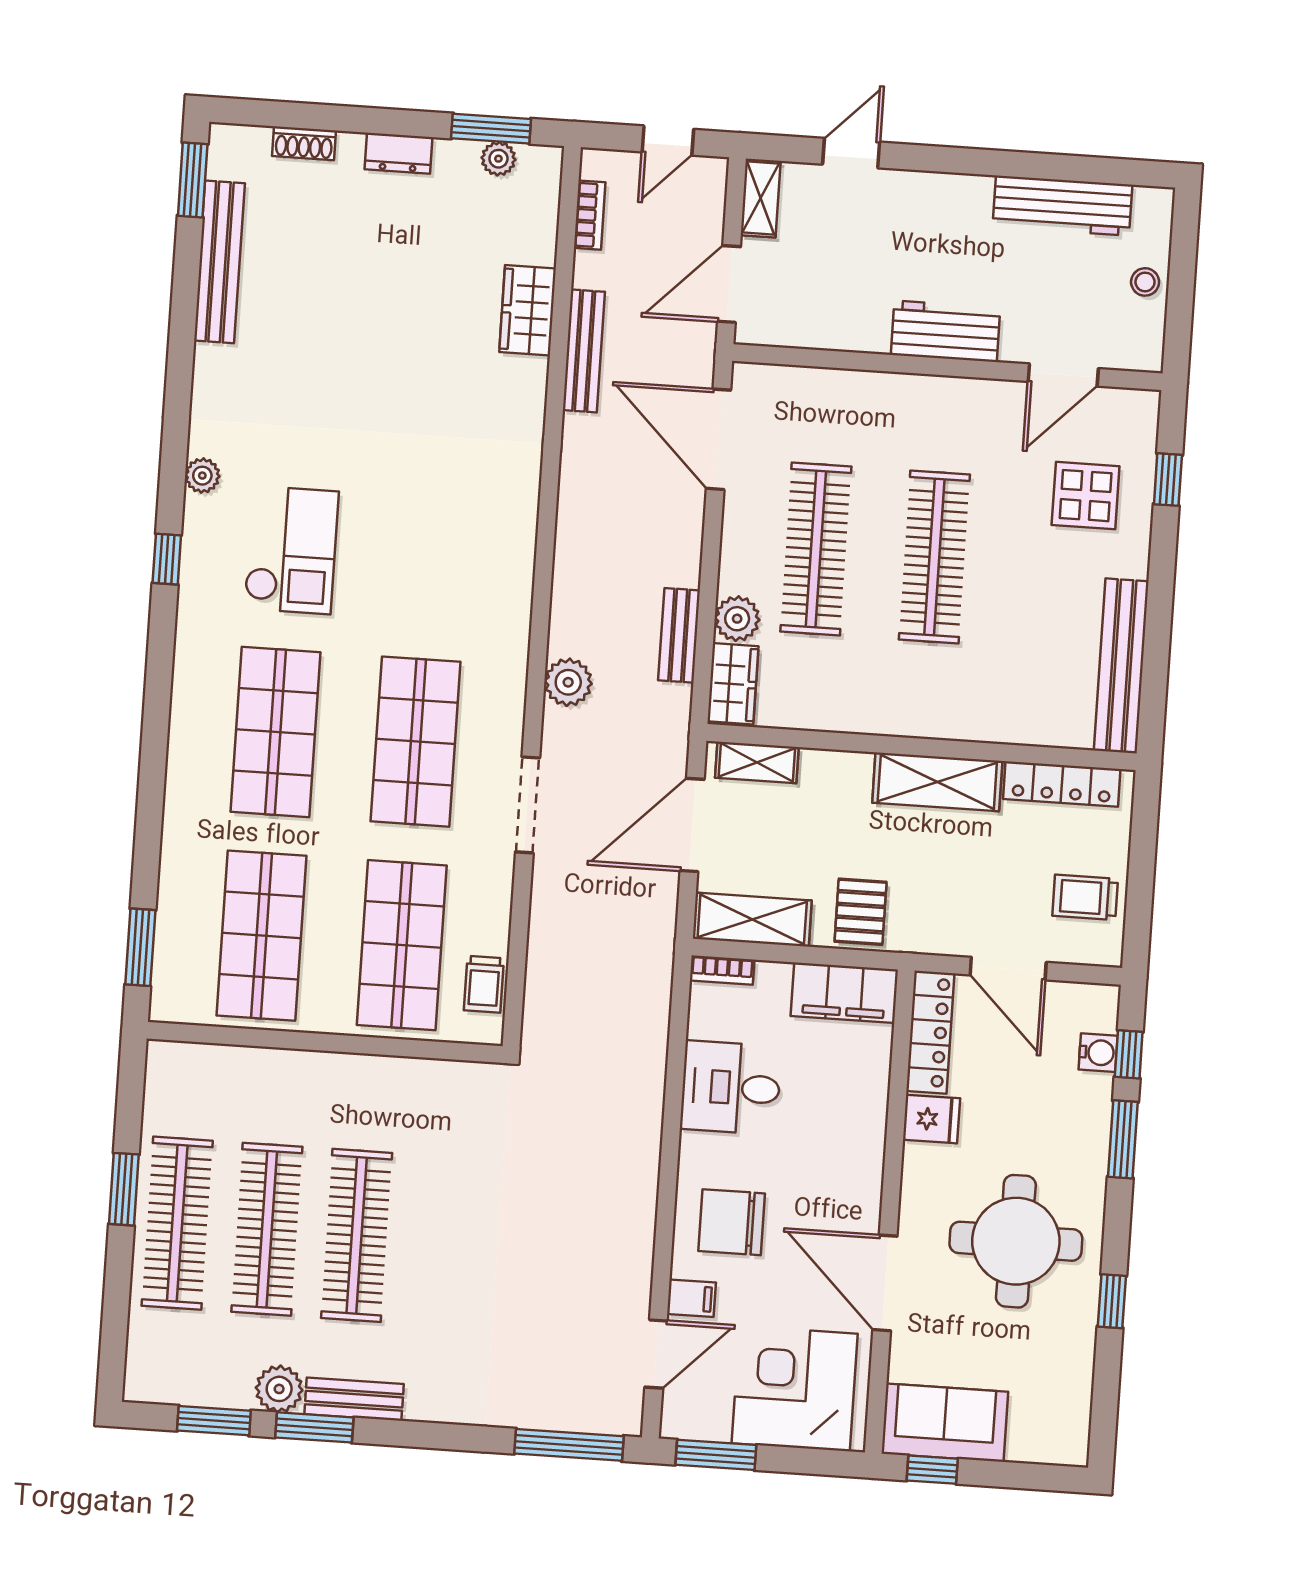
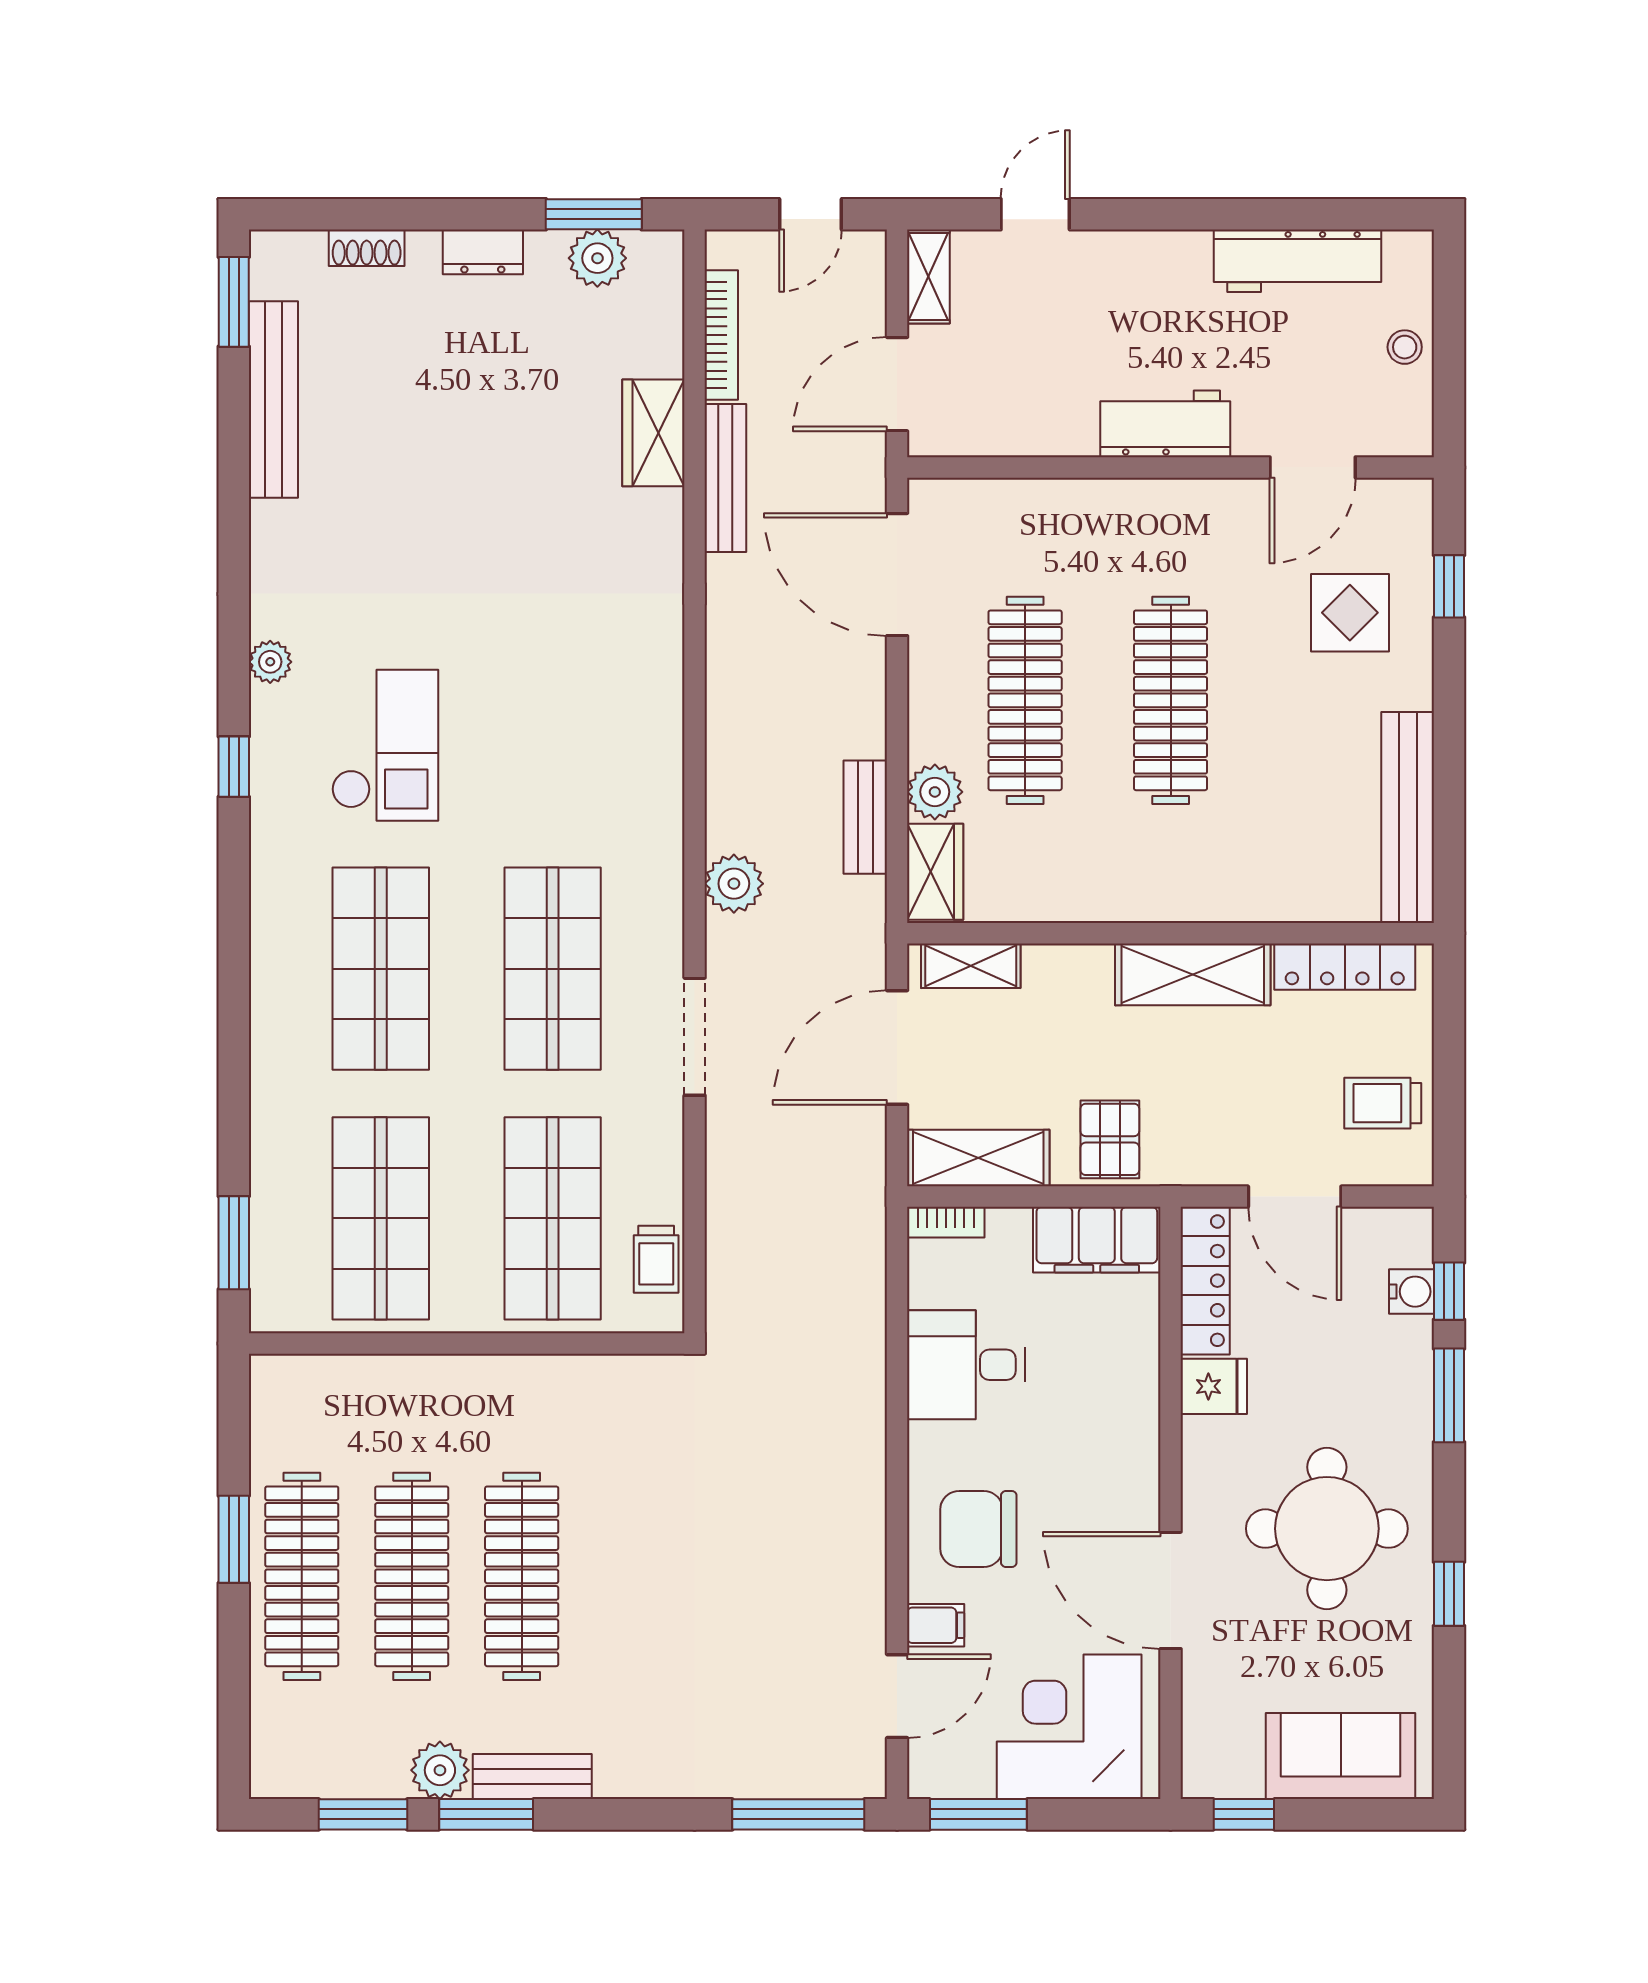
plant: (498, 159) -> (597, 258), width x1.38, depth x1.38
bookcase: (590, 215) -> (721, 335), width x1.56
sofa: (945, 1423) -> (1341, 1756), moved

